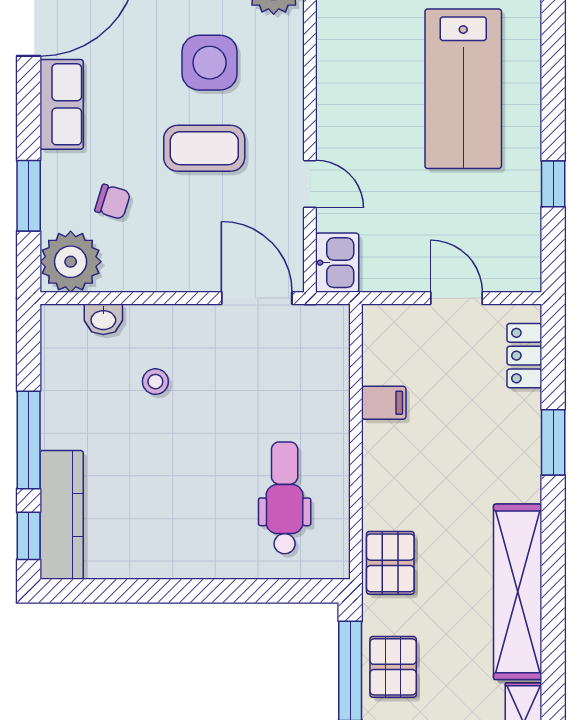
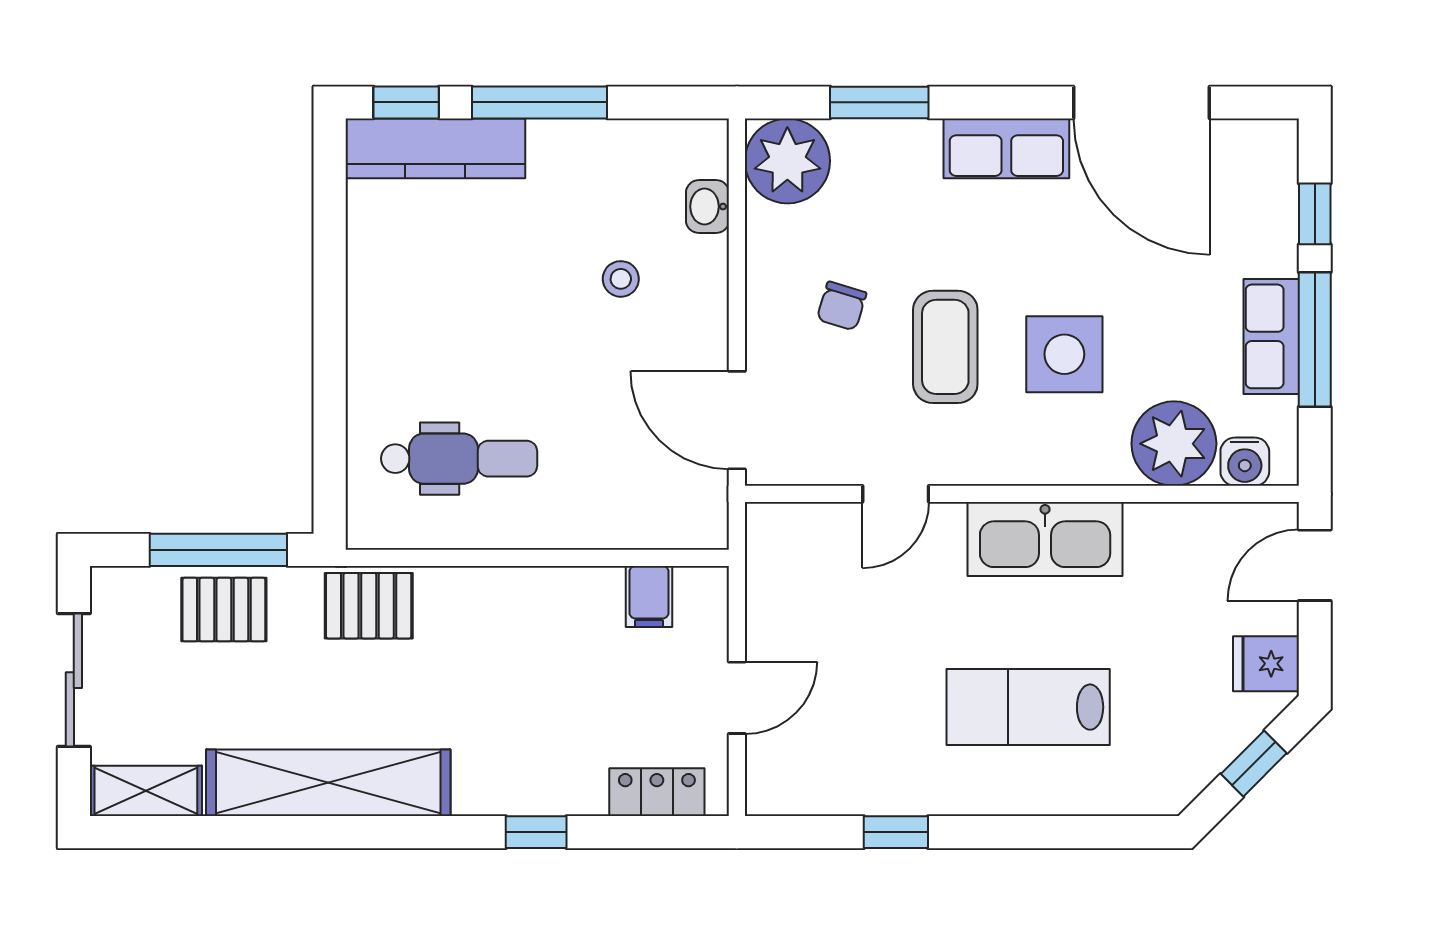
lab bench: (463, 89) -> (1028, 707), width x0.73, depth x0.72
chair: (113, 202) -> (842, 306), moved
kitchen sink: (337, 263) -> (1045, 539), moved, width x1.88, depth x1.24
door: (257, 298) -> (737, 420), swing flipped
filing cabinet: (384, 403) -> (649, 597), moved
window: (553, 442) -> (536, 832), width x0.67

